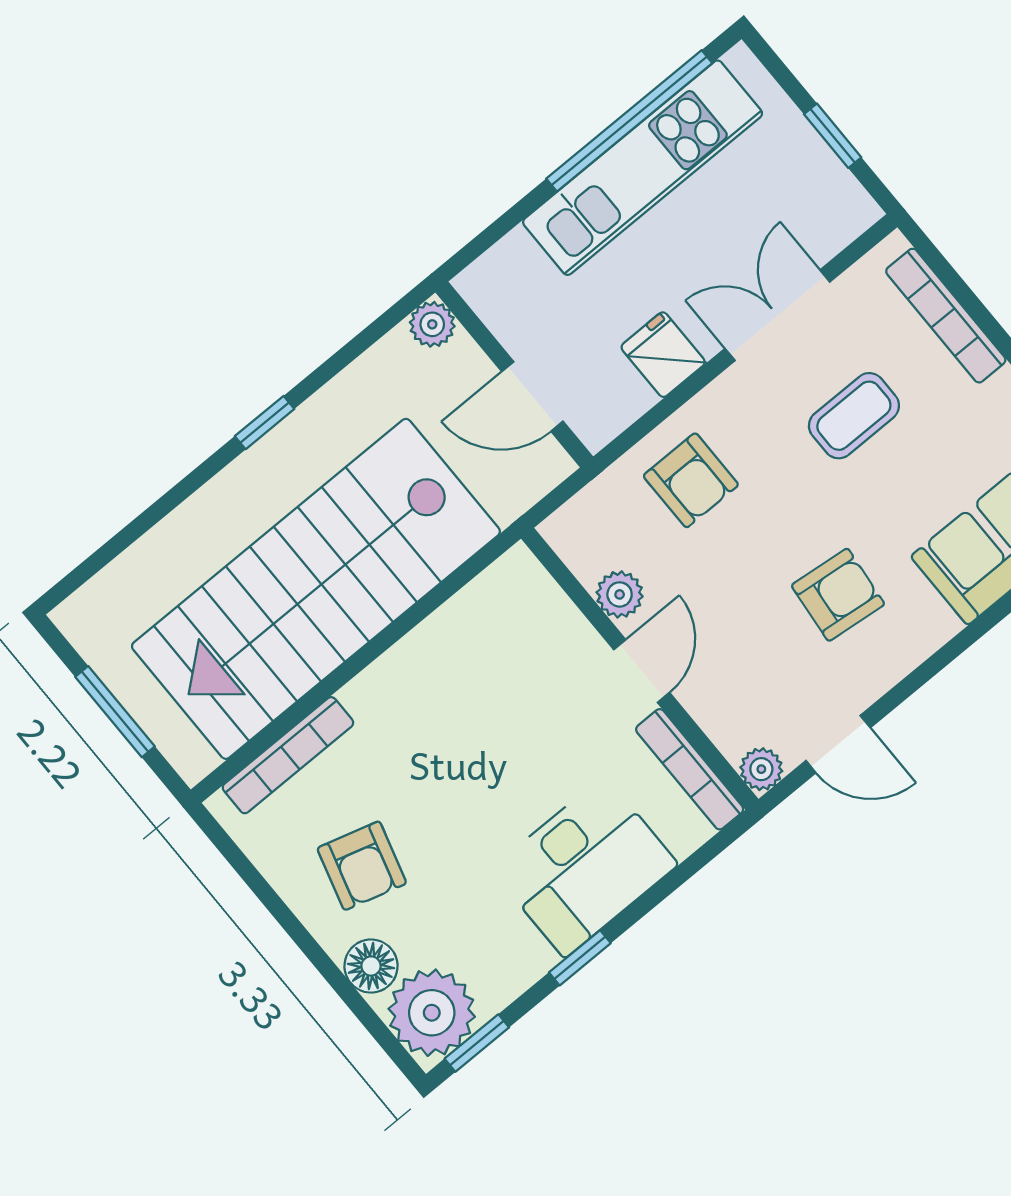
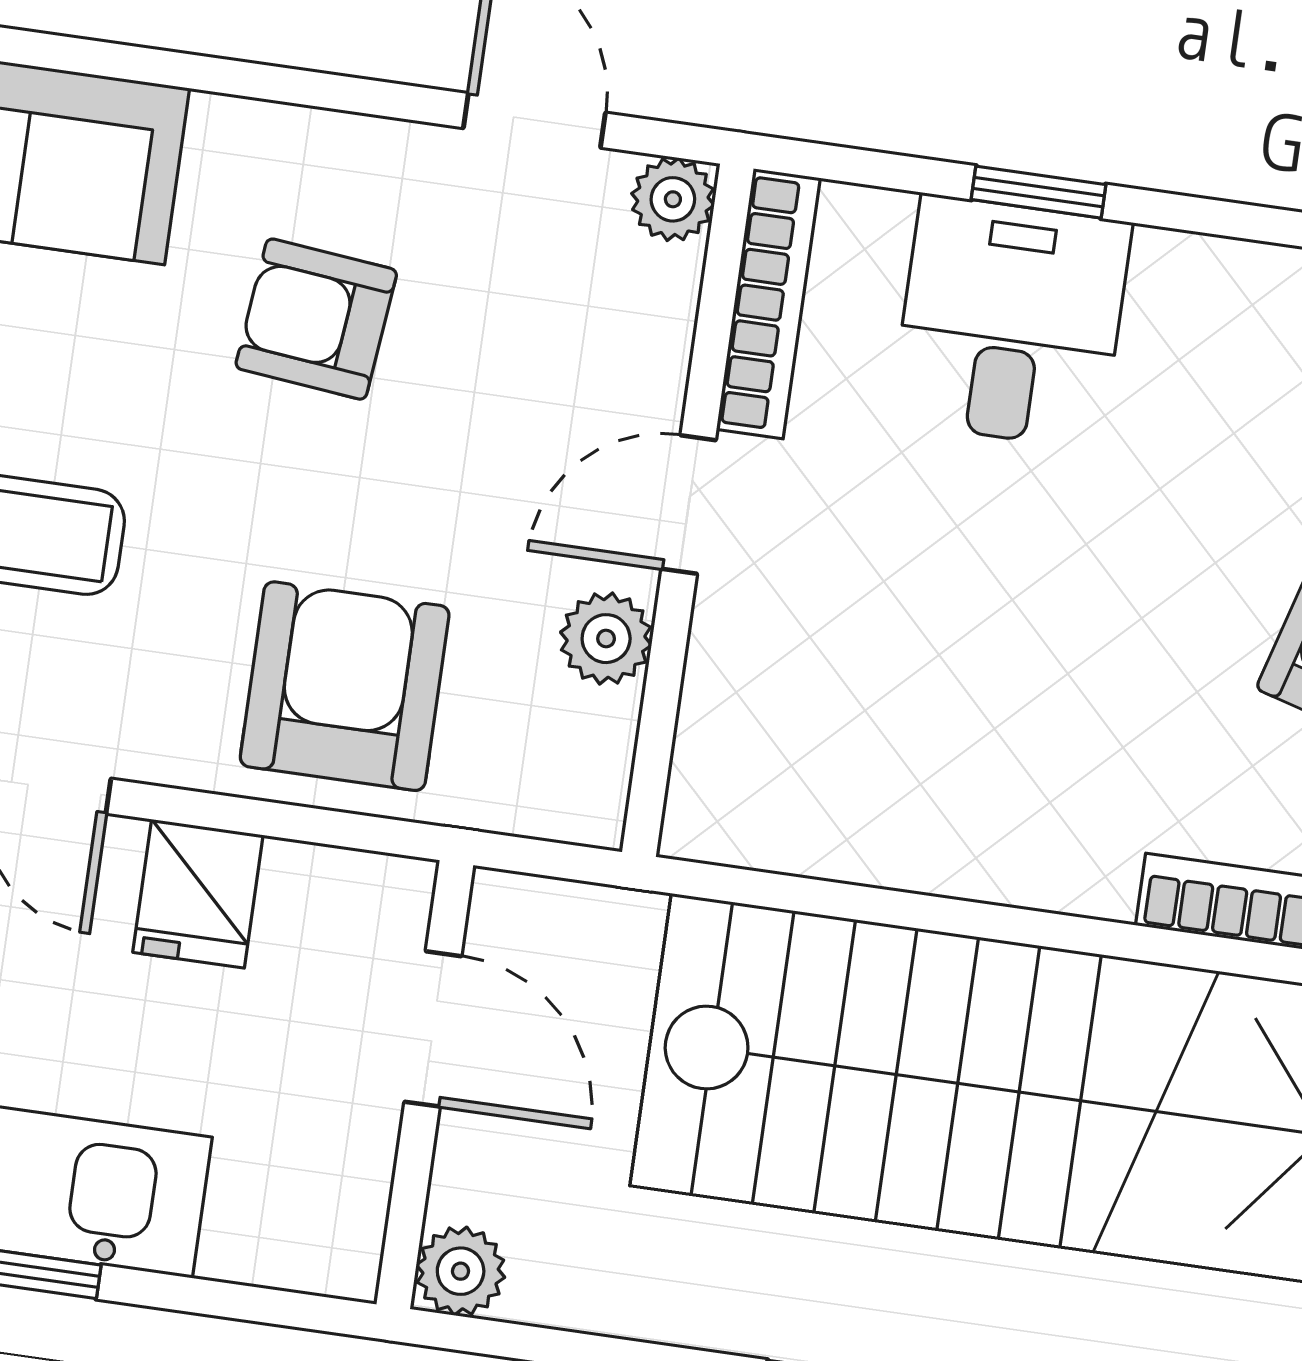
armchair: (691, 480) -> (345, 686), width x1.38, depth x1.38
desk: (585, 867) -> (1011, 322), width x0.73
window: (580, 958) -> (1039, 192), moved

